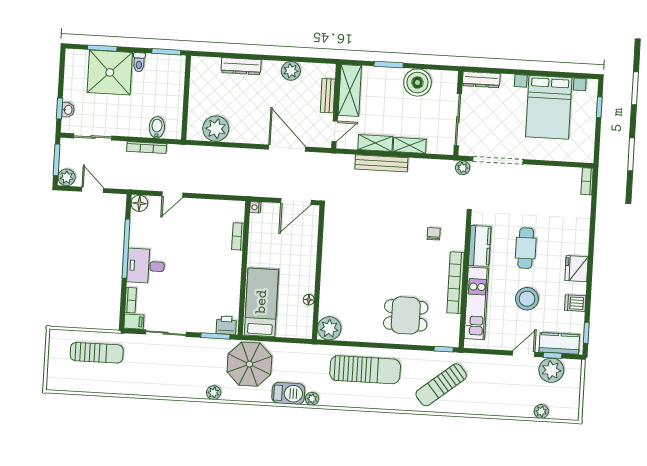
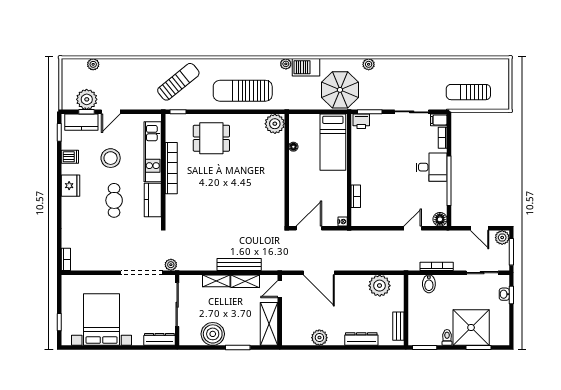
bench: (328, 96) -> (398, 326), moved
chair: (434, 234) -> (192, 208), removed

